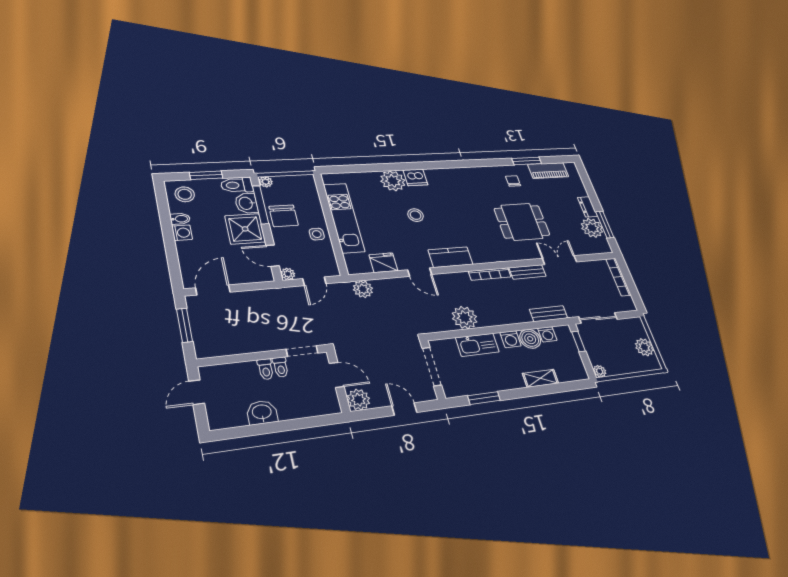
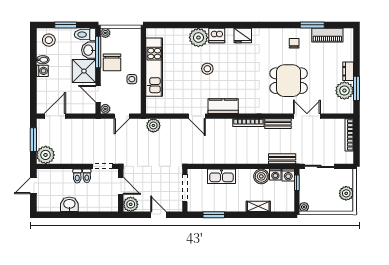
fridge: (383, 263) -> (243, 36), moved, turned 180
plant: (465, 318) -> (46, 155), moved
washing machine: (511, 339) -> (288, 175), moved

